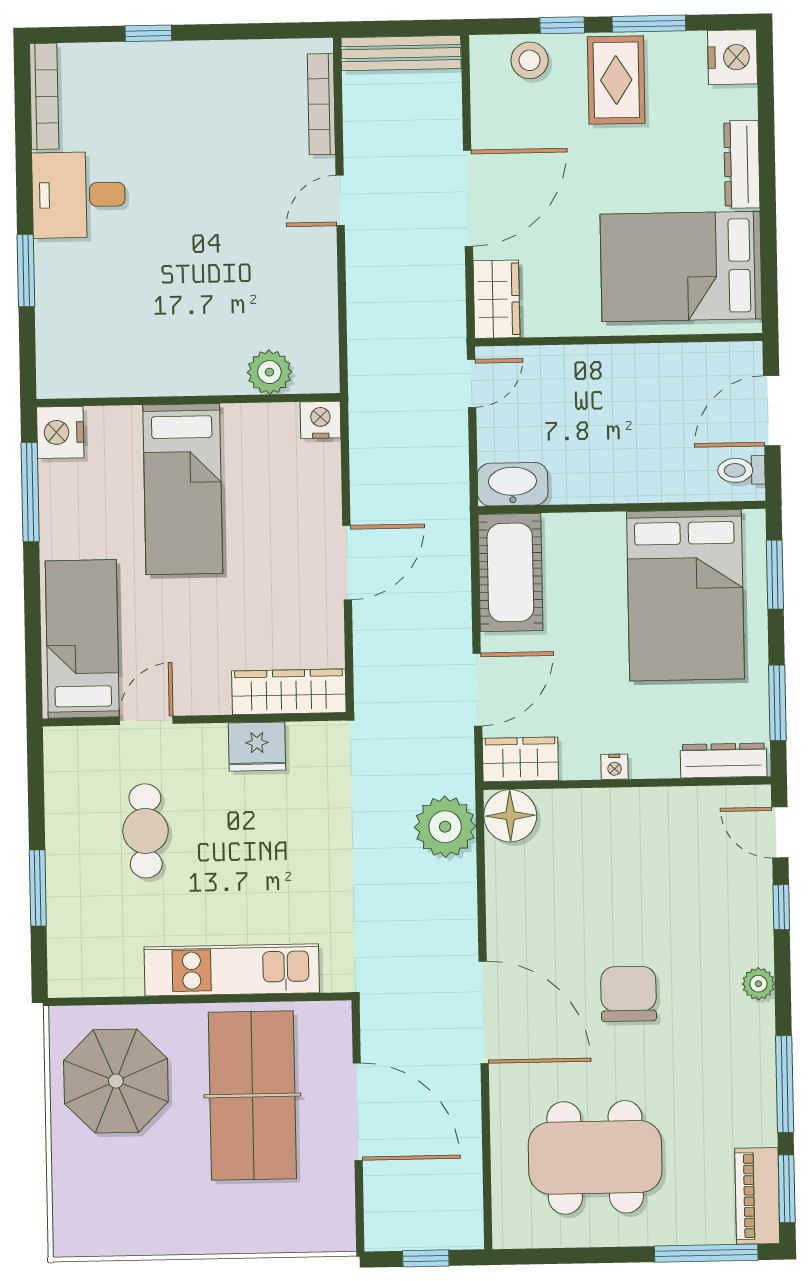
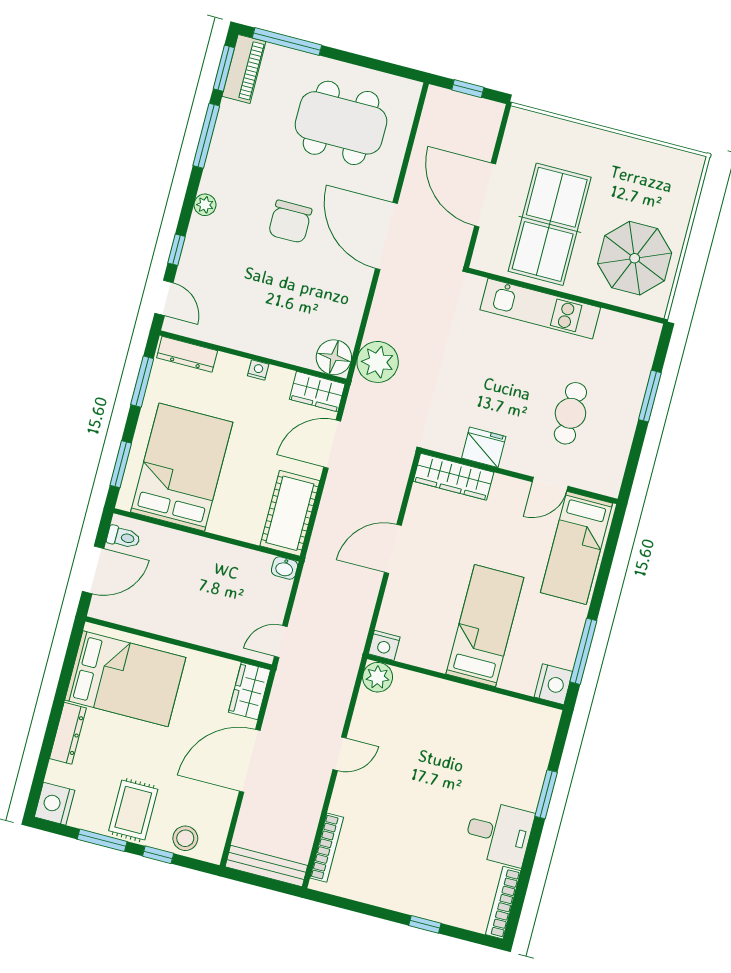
door: (340, 200) -> (339, 754), moved
plant: (269, 372) -> (378, 677), moved
washbasin: (513, 484) -> (285, 568), width x0.52, depth x0.69

